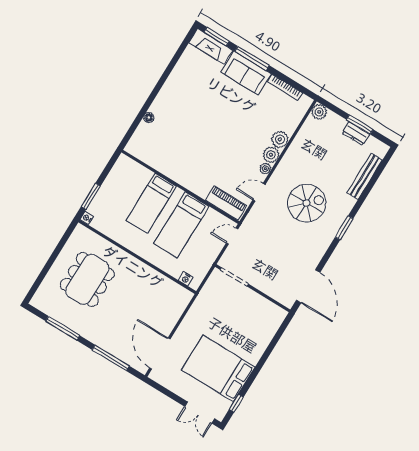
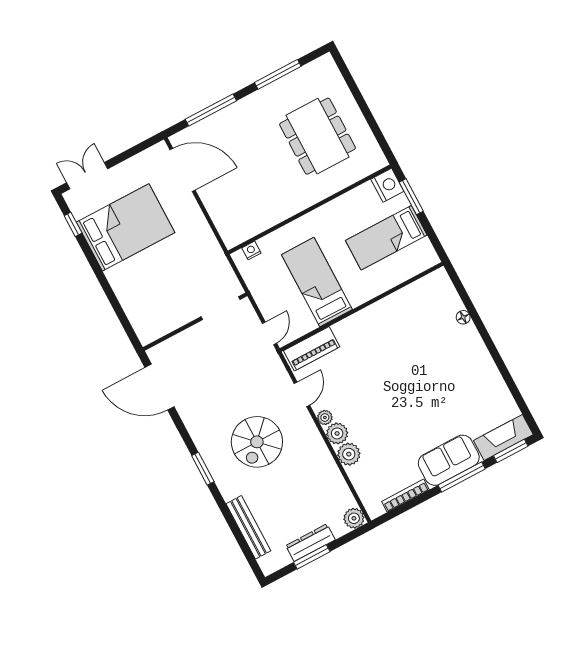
dresser: (356, 133) -> (310, 543), width x1.44
bed: (151, 203) -> (386, 238), moved, turned -90
nightstand: (87, 218) -> (387, 185), width x1.89, depth x1.79

